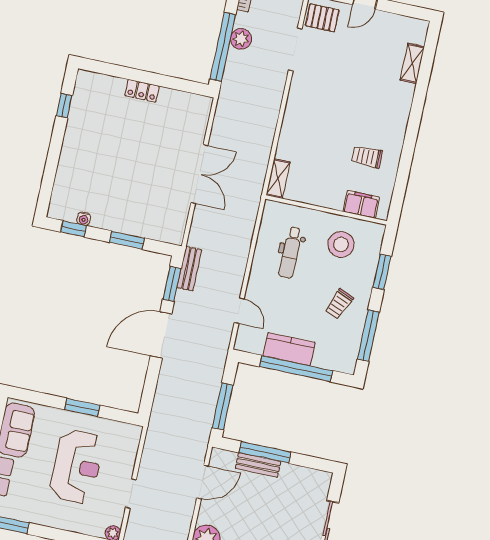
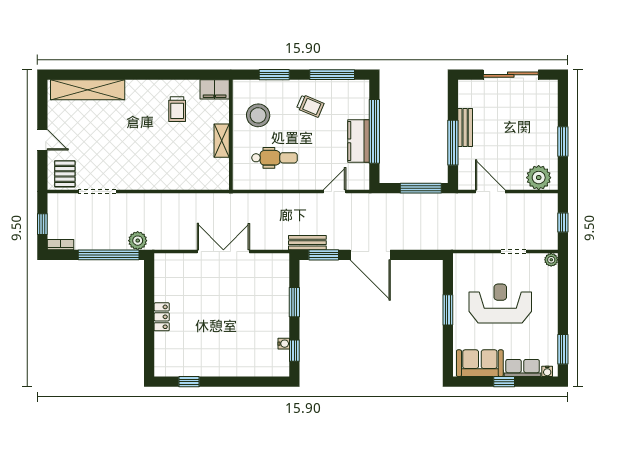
plant: (241, 39) -> (138, 241), moved
shelving: (412, 63) -> (88, 90), width x2.20, depth x1.33
shelving: (278, 179) -> (222, 141), moved, turned 90
filing cabinet: (361, 204) -> (215, 89), moved, turned -90
bench: (258, 465) -> (465, 128), moved

